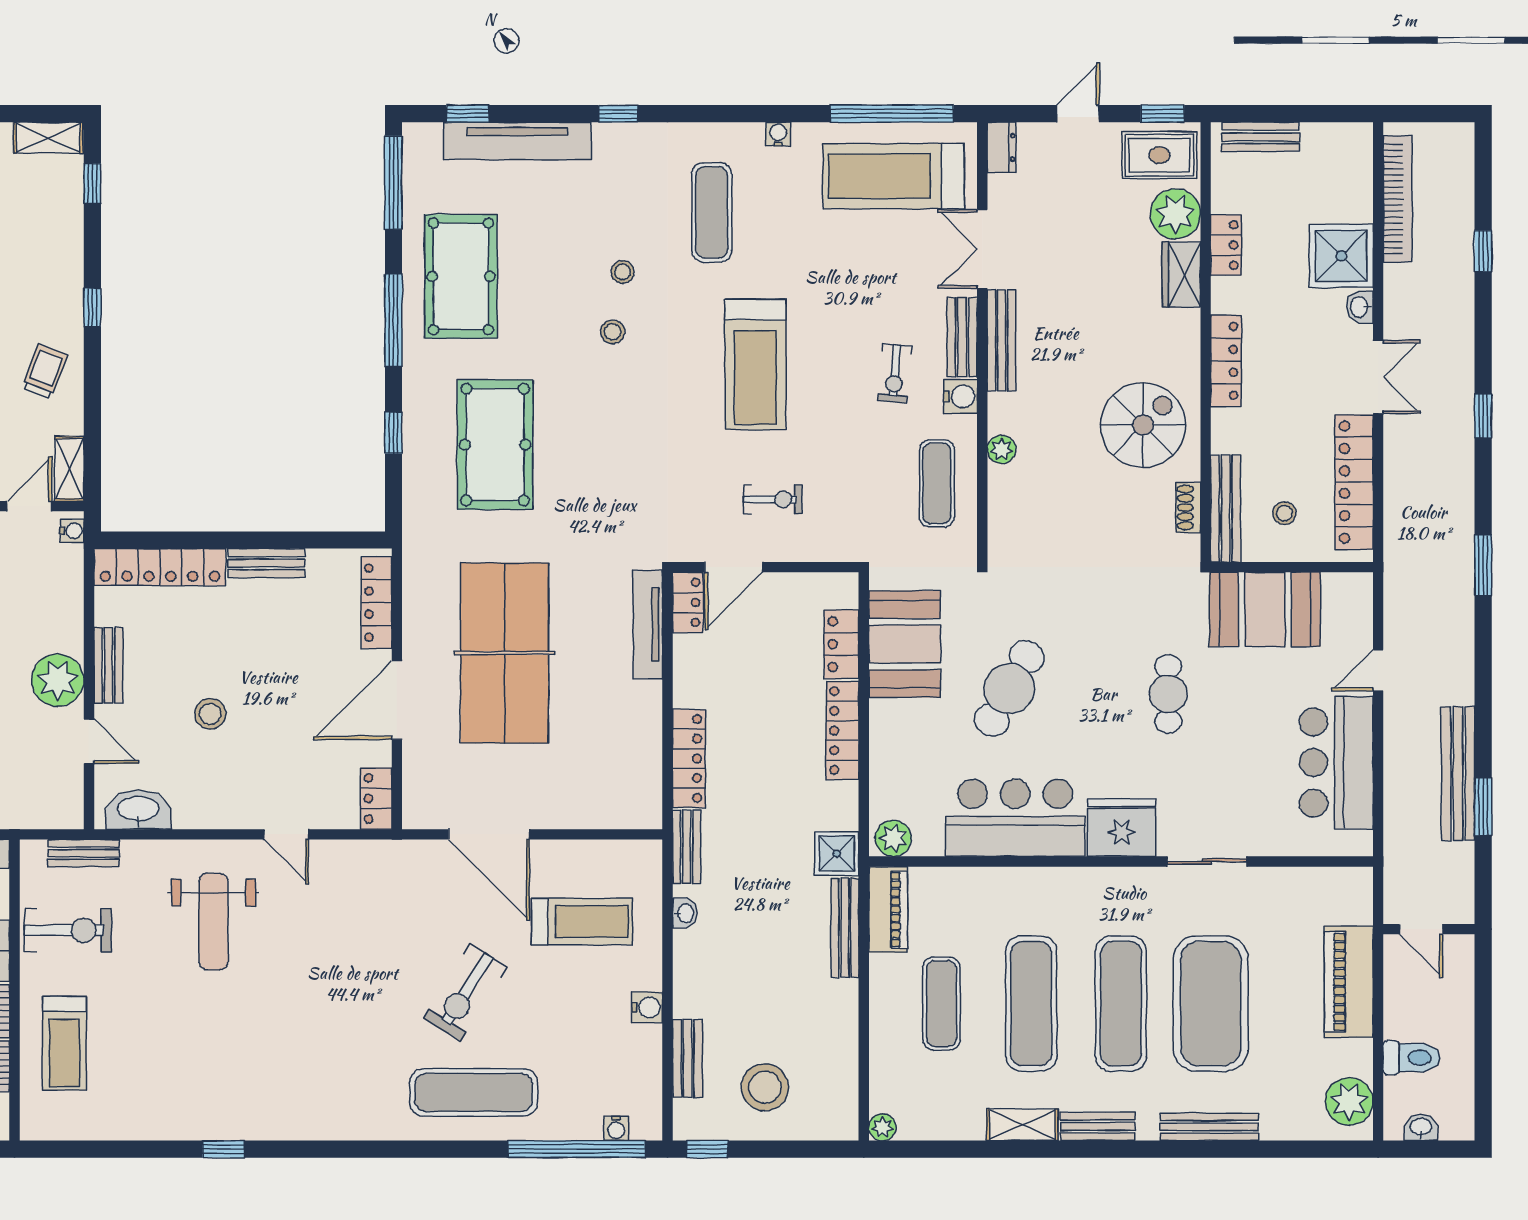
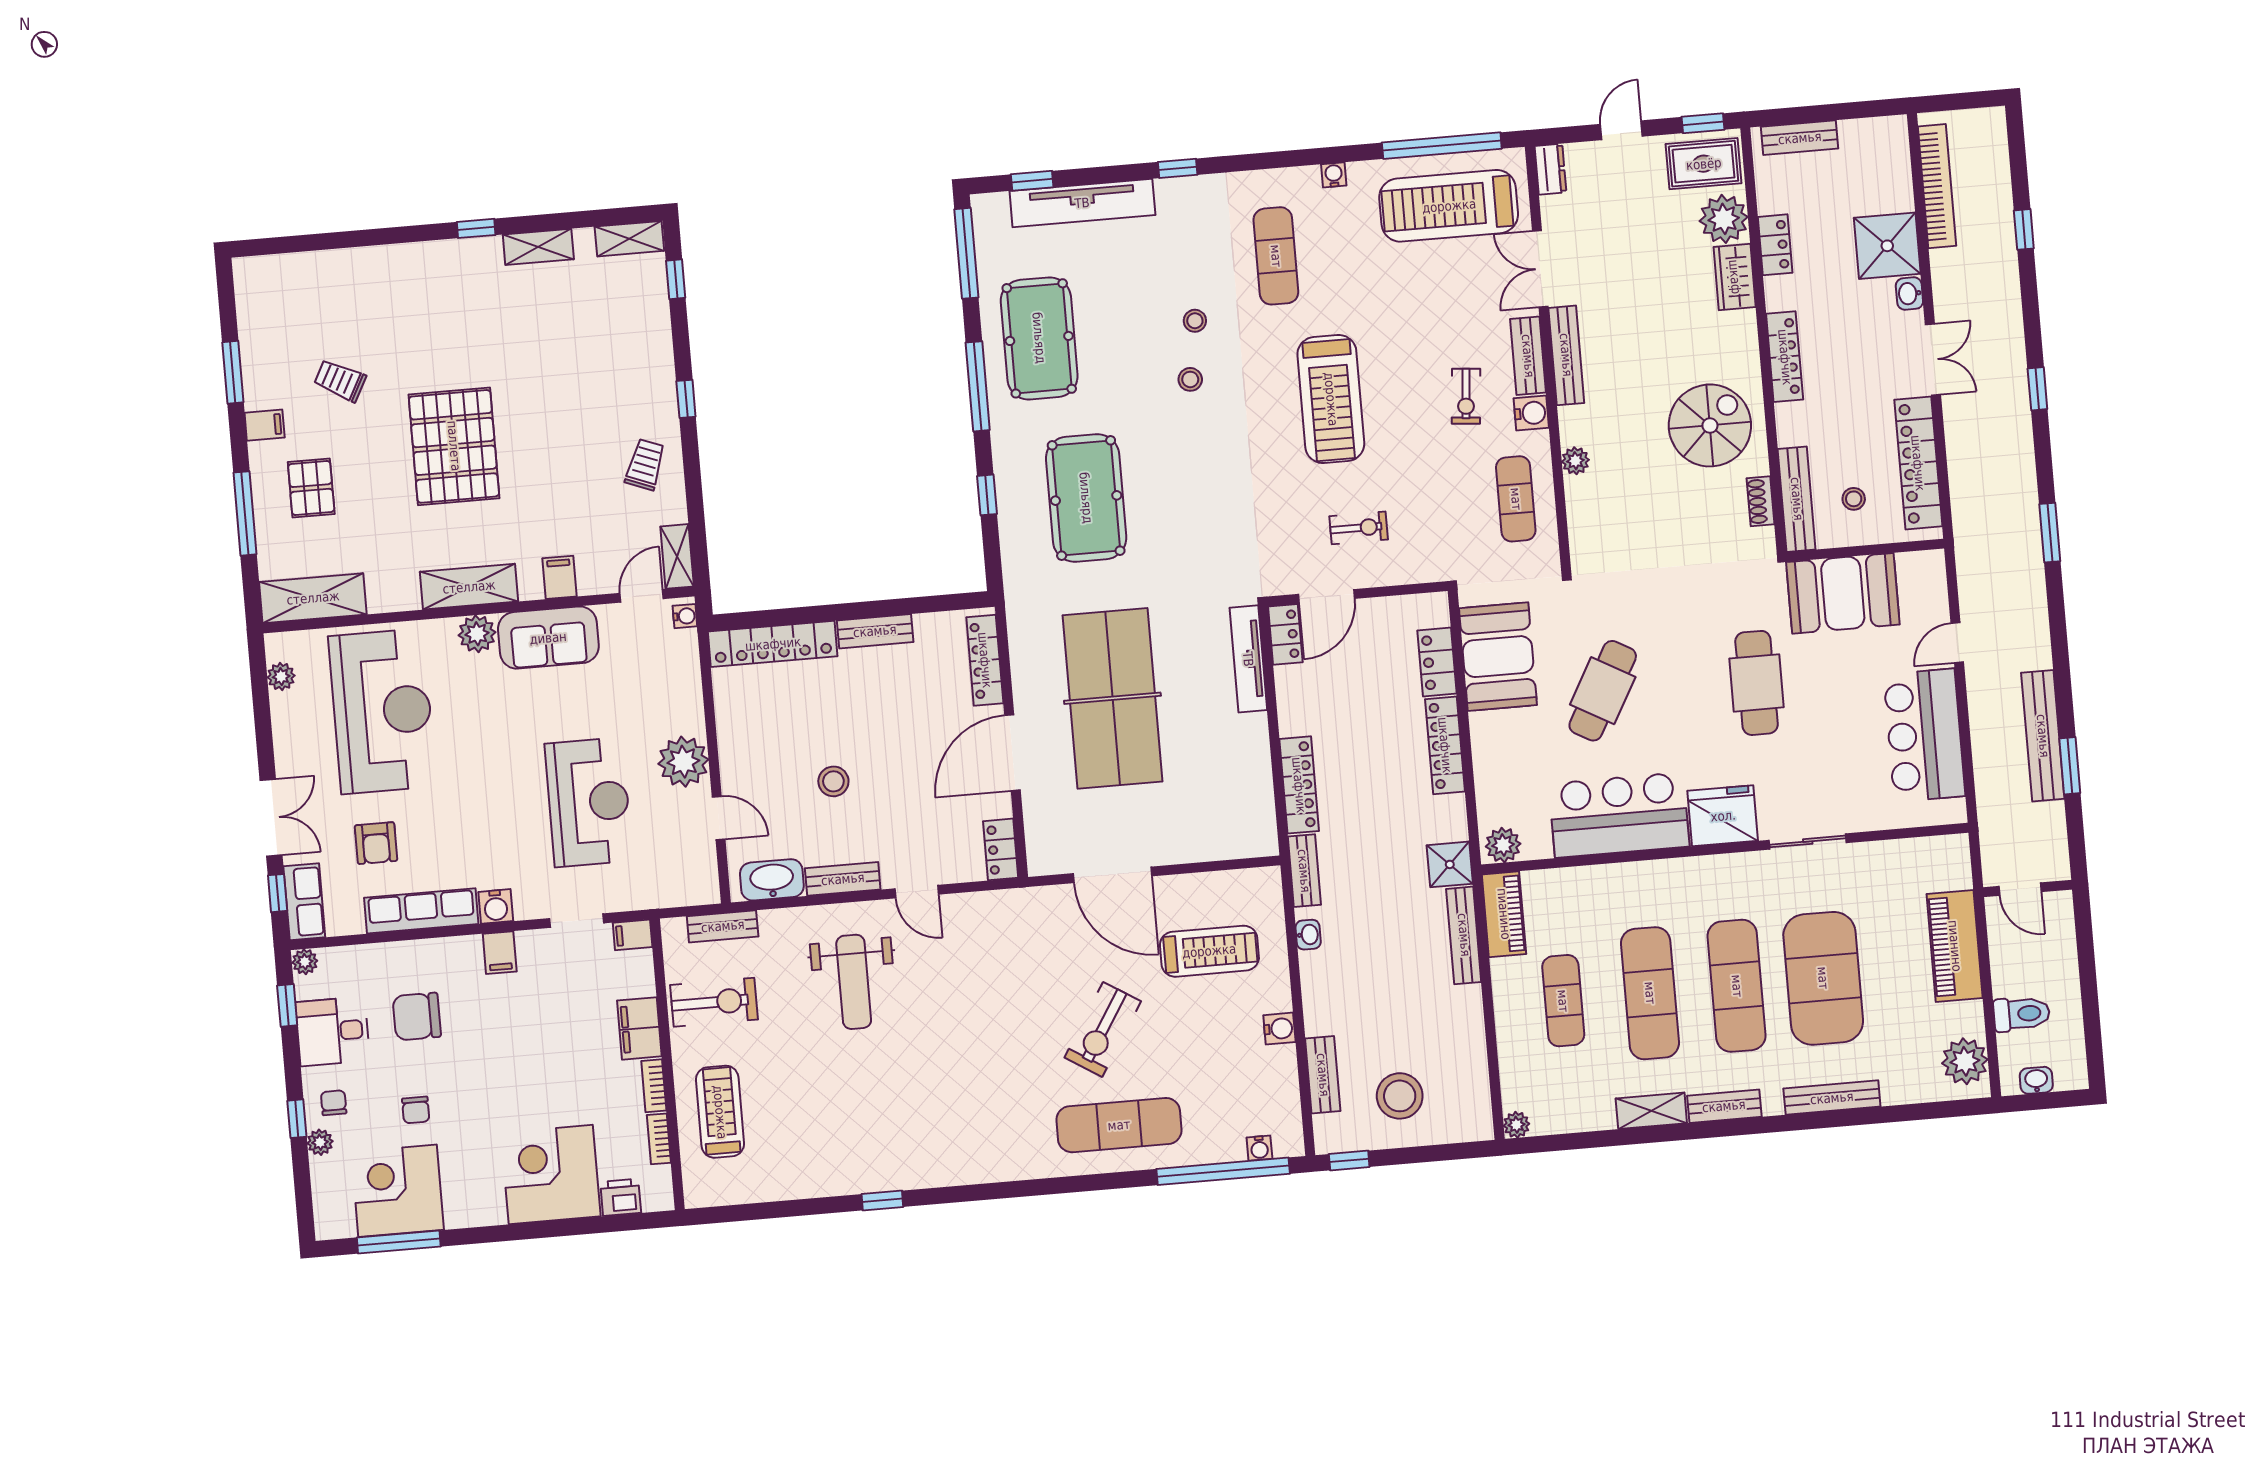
bench: (108, 665) -> (843, 879), moved, turned 90
cafe table: (1168, 694) -> (1757, 683), width x1.37, depth x1.35
treadmill: (64, 1043) -> (720, 1112), turned 180

